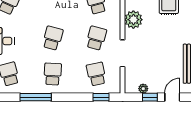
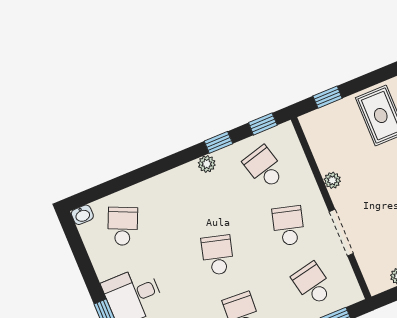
plant: (133, 20) -> (332, 180), width x0.53, depth x0.53

